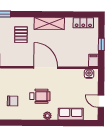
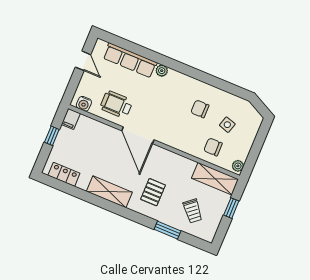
wheelchair: (40, 96) -> (116, 104), moved
row of seats: (71, 114) -> (130, 60), width x1.48

